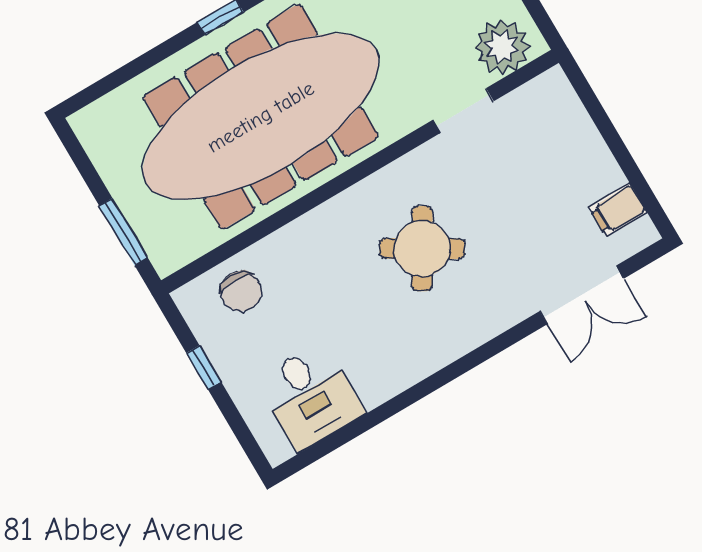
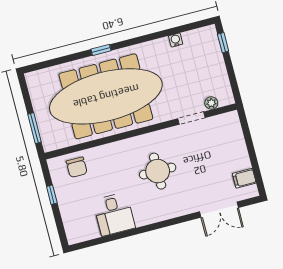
plant: (502, 47) -> (211, 103), width x0.53, depth x0.53
round table: (422, 249) -> (158, 171), turned -31
desk: (310, 397) -> (114, 214), moved

